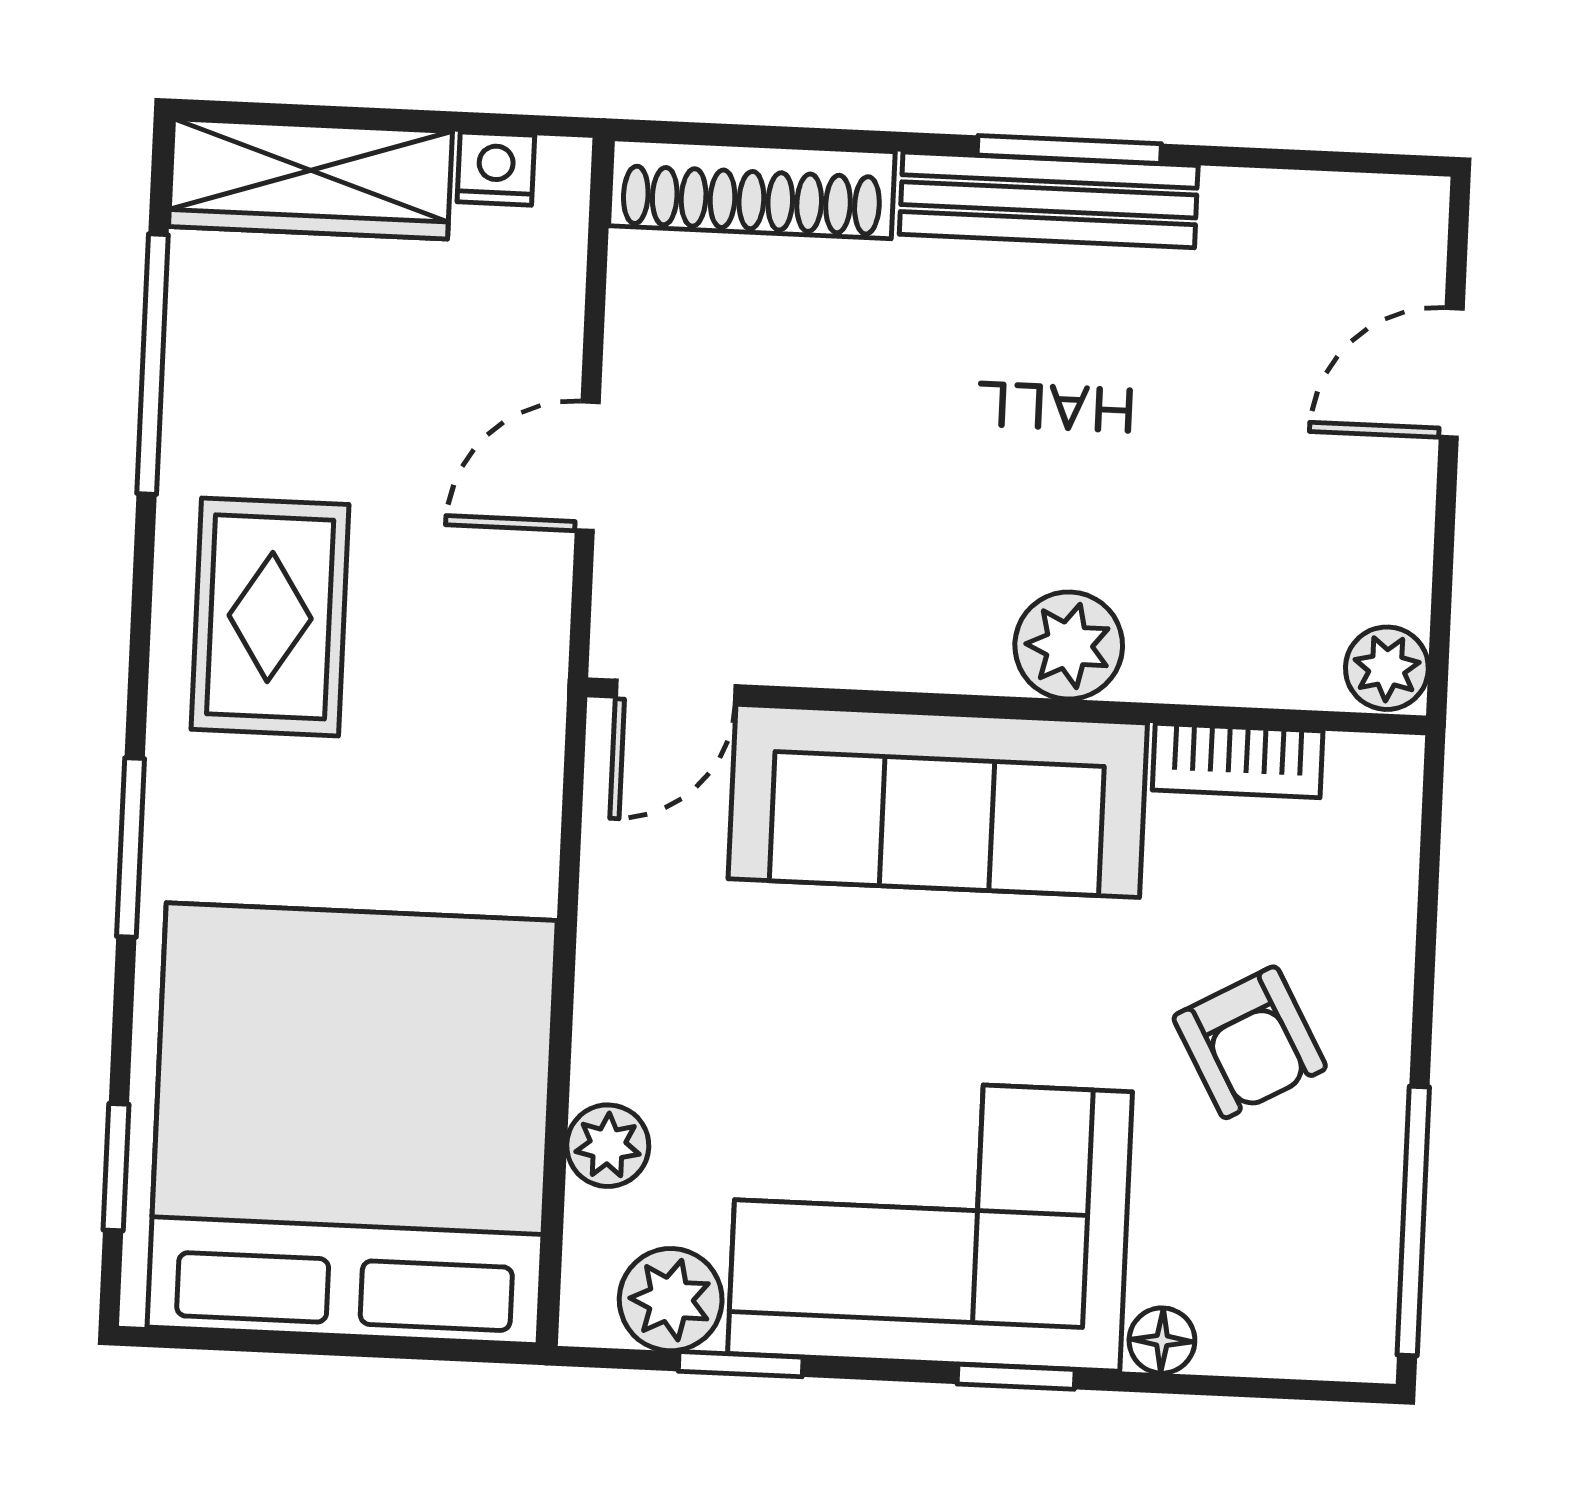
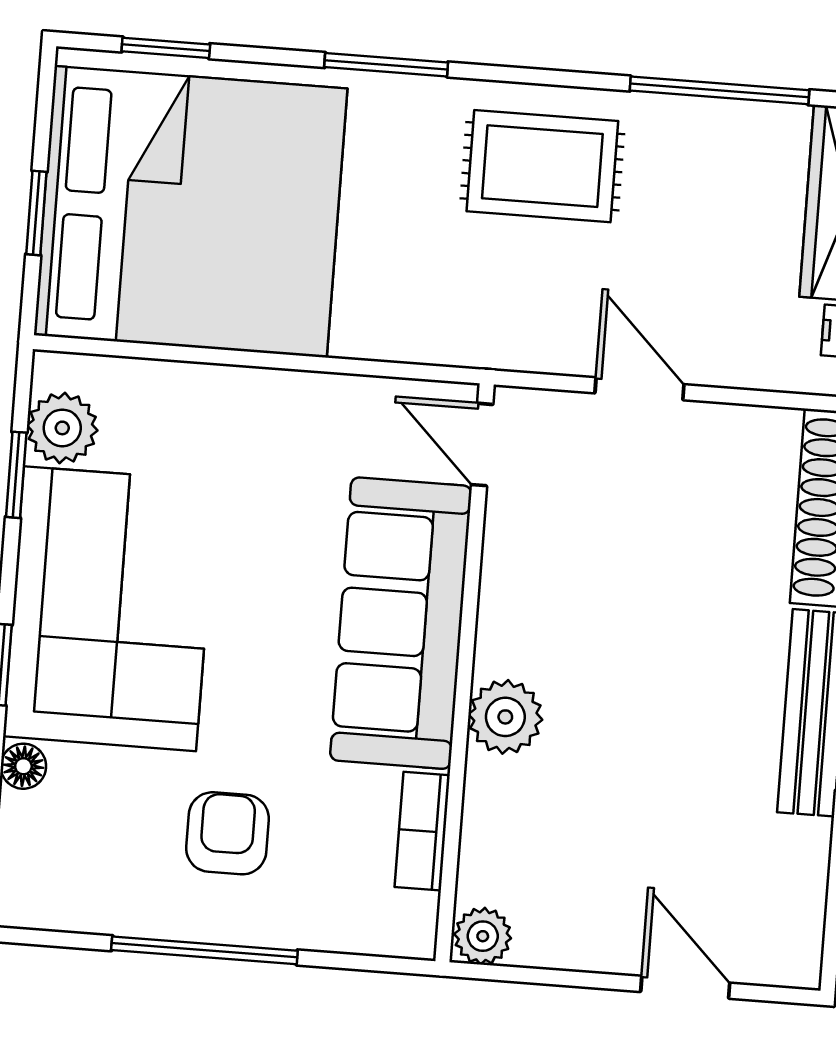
armchair: (1250, 1042) -> (227, 833), turned 119
plant: (608, 1146) -> (170, 388), removed
window: (1413, 1221) -> (204, 950), moved
window: (361, 1347) -> (36, 213), added

